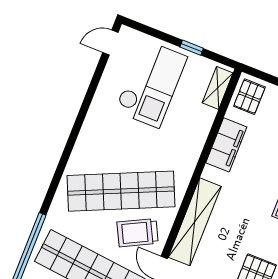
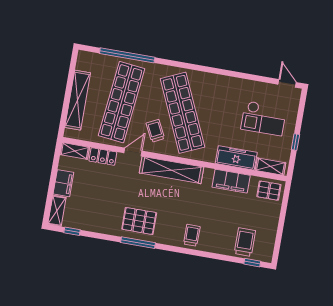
checkout: (151, 84) -> (264, 118), width x0.73, depth x0.83
freezer: (196, 131) -> (236, 158), added
trolley: (138, 233) -> (155, 131), width x0.73, depth x0.72

